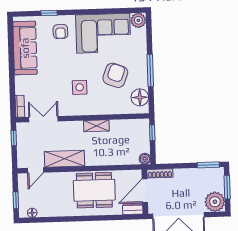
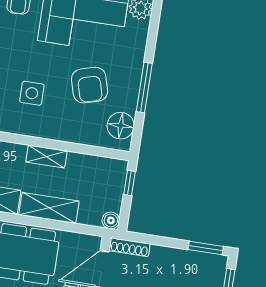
armchair: (115, 75) -> (90, 85), turned 143
shelving: (104, 158) -> (49, 208), added

